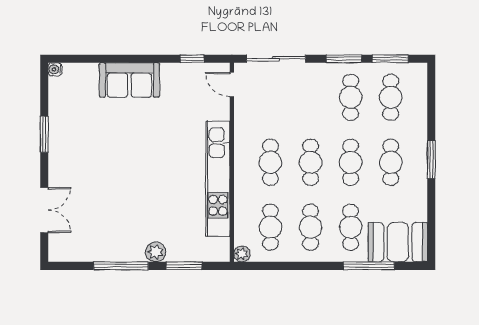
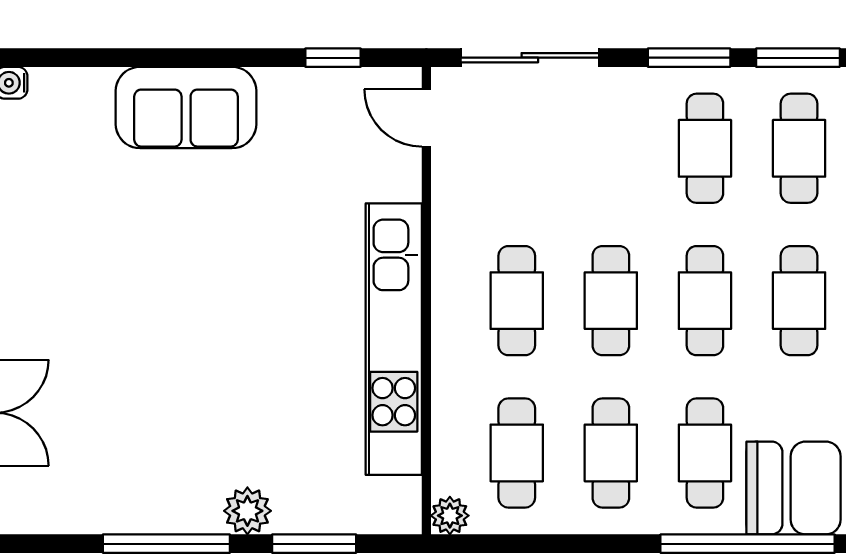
window: (369, 266) -> (748, 544), width x1.46

